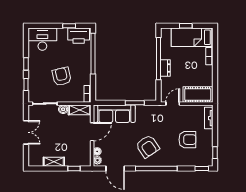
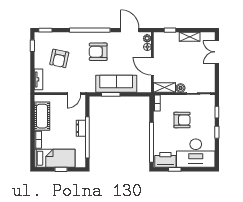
desk: (42, 39) -> (196, 153), width x1.36, depth x1.30
armchair: (62, 76) -> (182, 120), turned -77
cot: (198, 94) -> (42, 116), moved, turned 90
sofa: (114, 114) -> (116, 84), moved
double door: (26, 132) -> (217, 52), moved
door: (92, 132) -> (152, 66), hinge flipped
armchair: (187, 140) -> (59, 58), turned -78
armchair: (148, 146) -> (98, 52), turned -56

